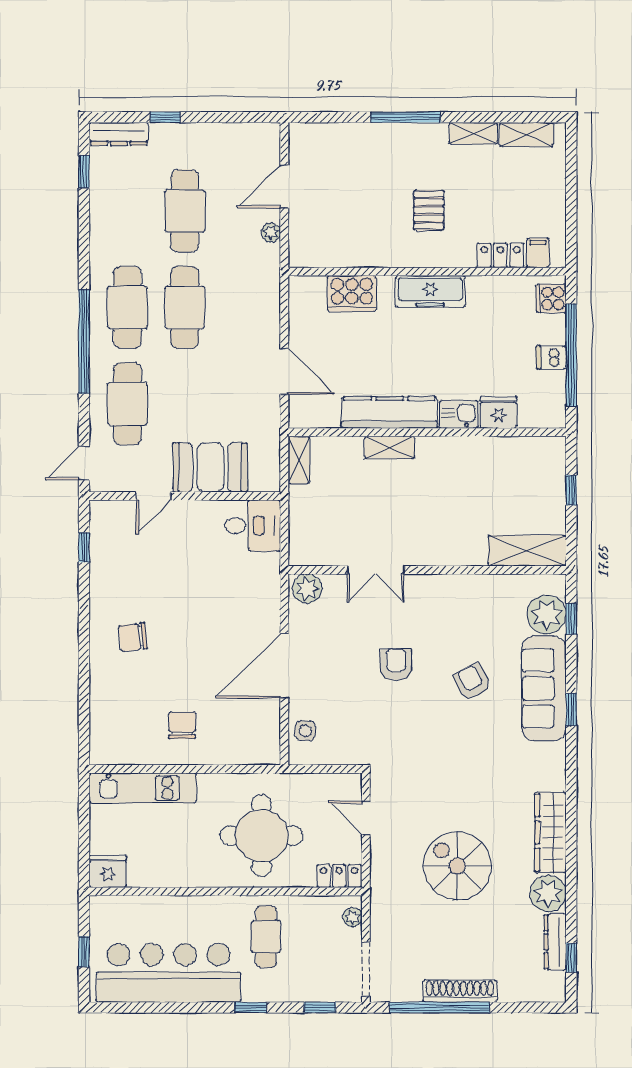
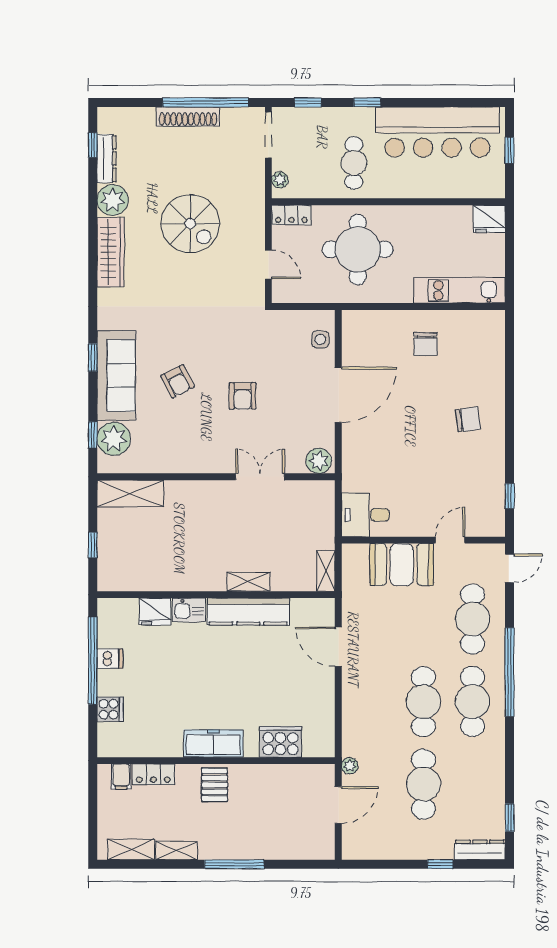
filing cabinet: (538, 253) -> (121, 777), moved
locker: (500, 255) -> (153, 774), moved
wall: (427, 272) -> (216, 761), moved
freezer: (430, 292) -> (213, 743), moved
cooker: (352, 293) -> (280, 742), moved

